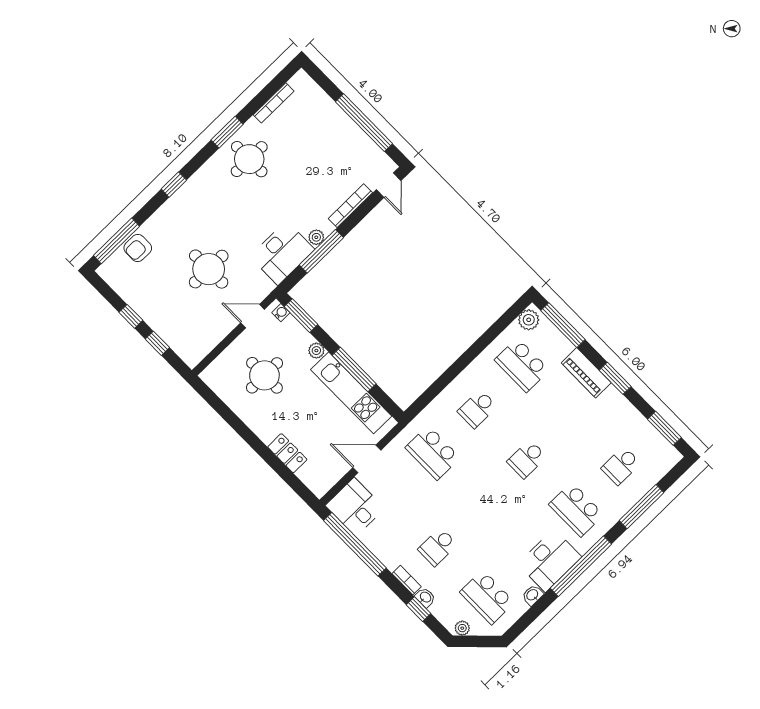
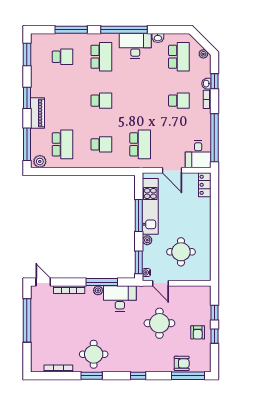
door: (389, 185) -> (43, 282), hinge flipped
armchair: (154, 302) -> (198, 332), added
locker: (287, 453) -> (205, 185), moved

